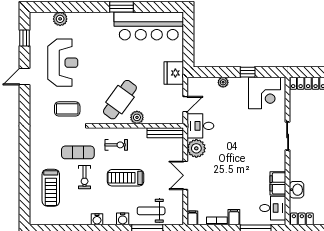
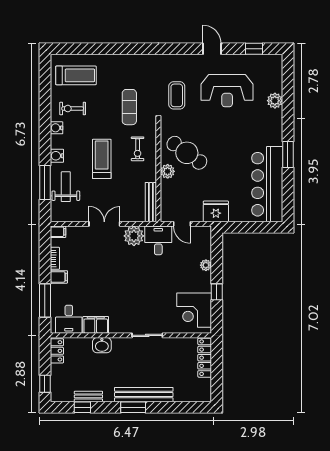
plant: (60, 19) -> (275, 101), moved
exercise bike: (85, 177) -> (73, 109), moved
treadmill: (51, 188) -> (76, 75), moved, turned 180
washbasin: (297, 190) -> (102, 345), moved

